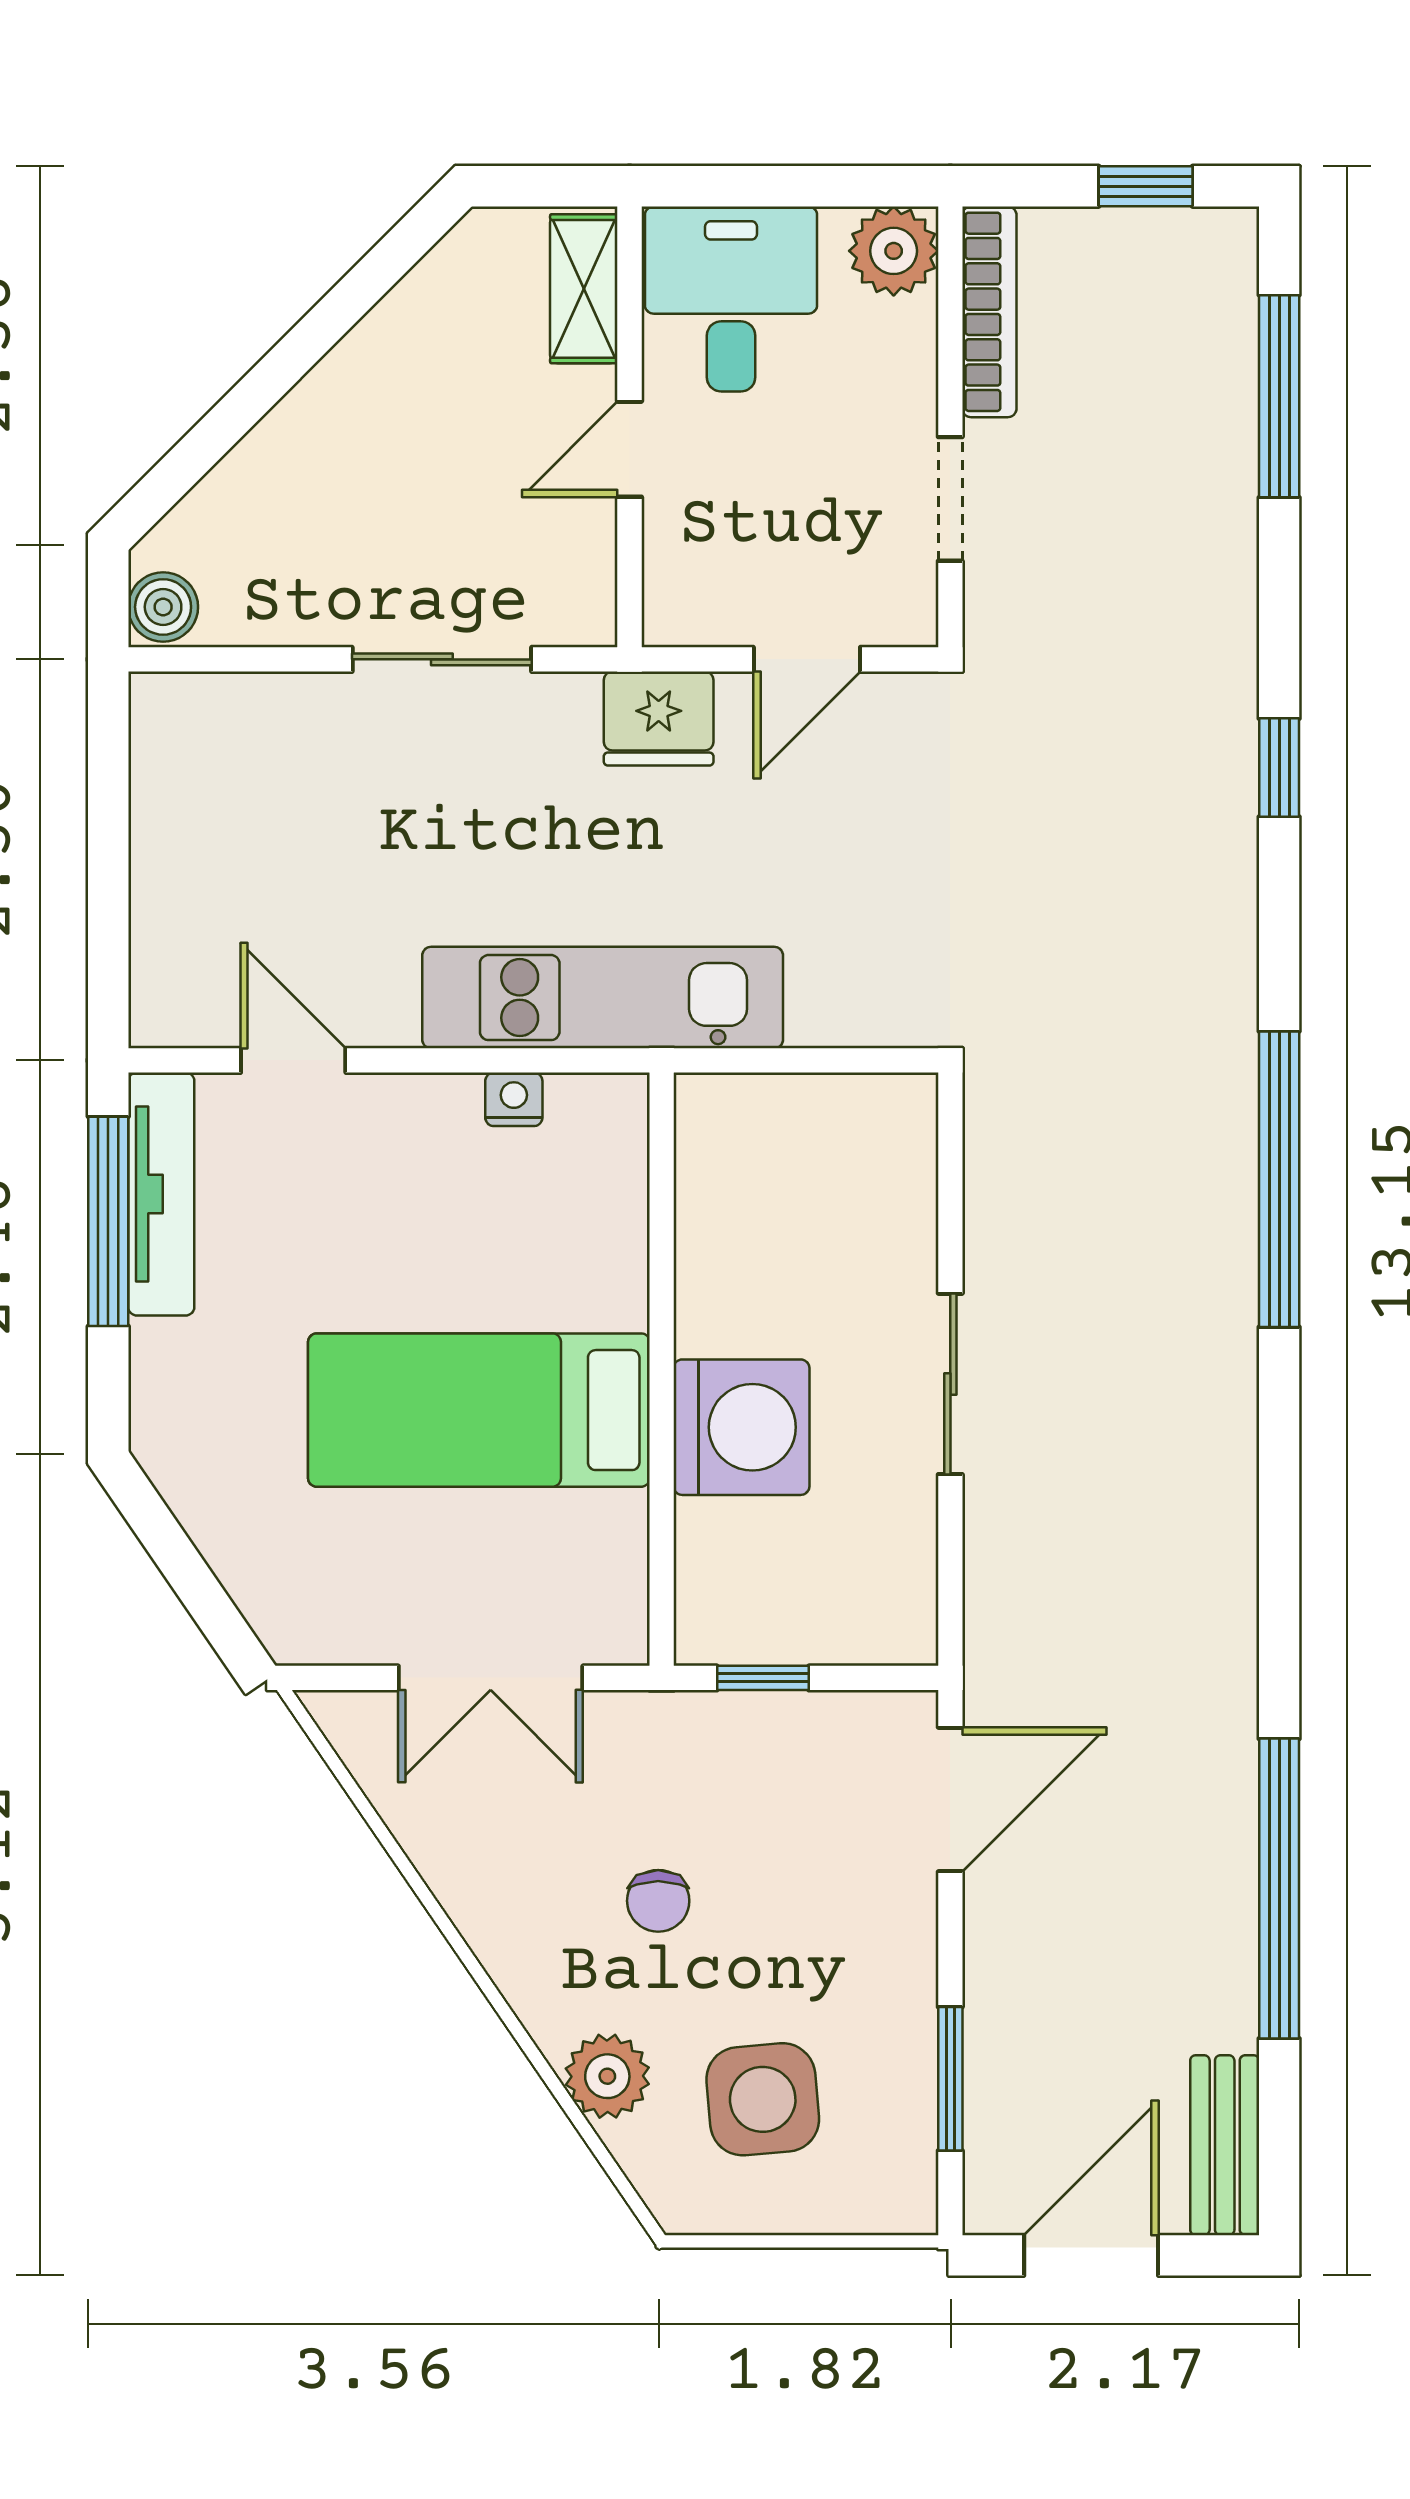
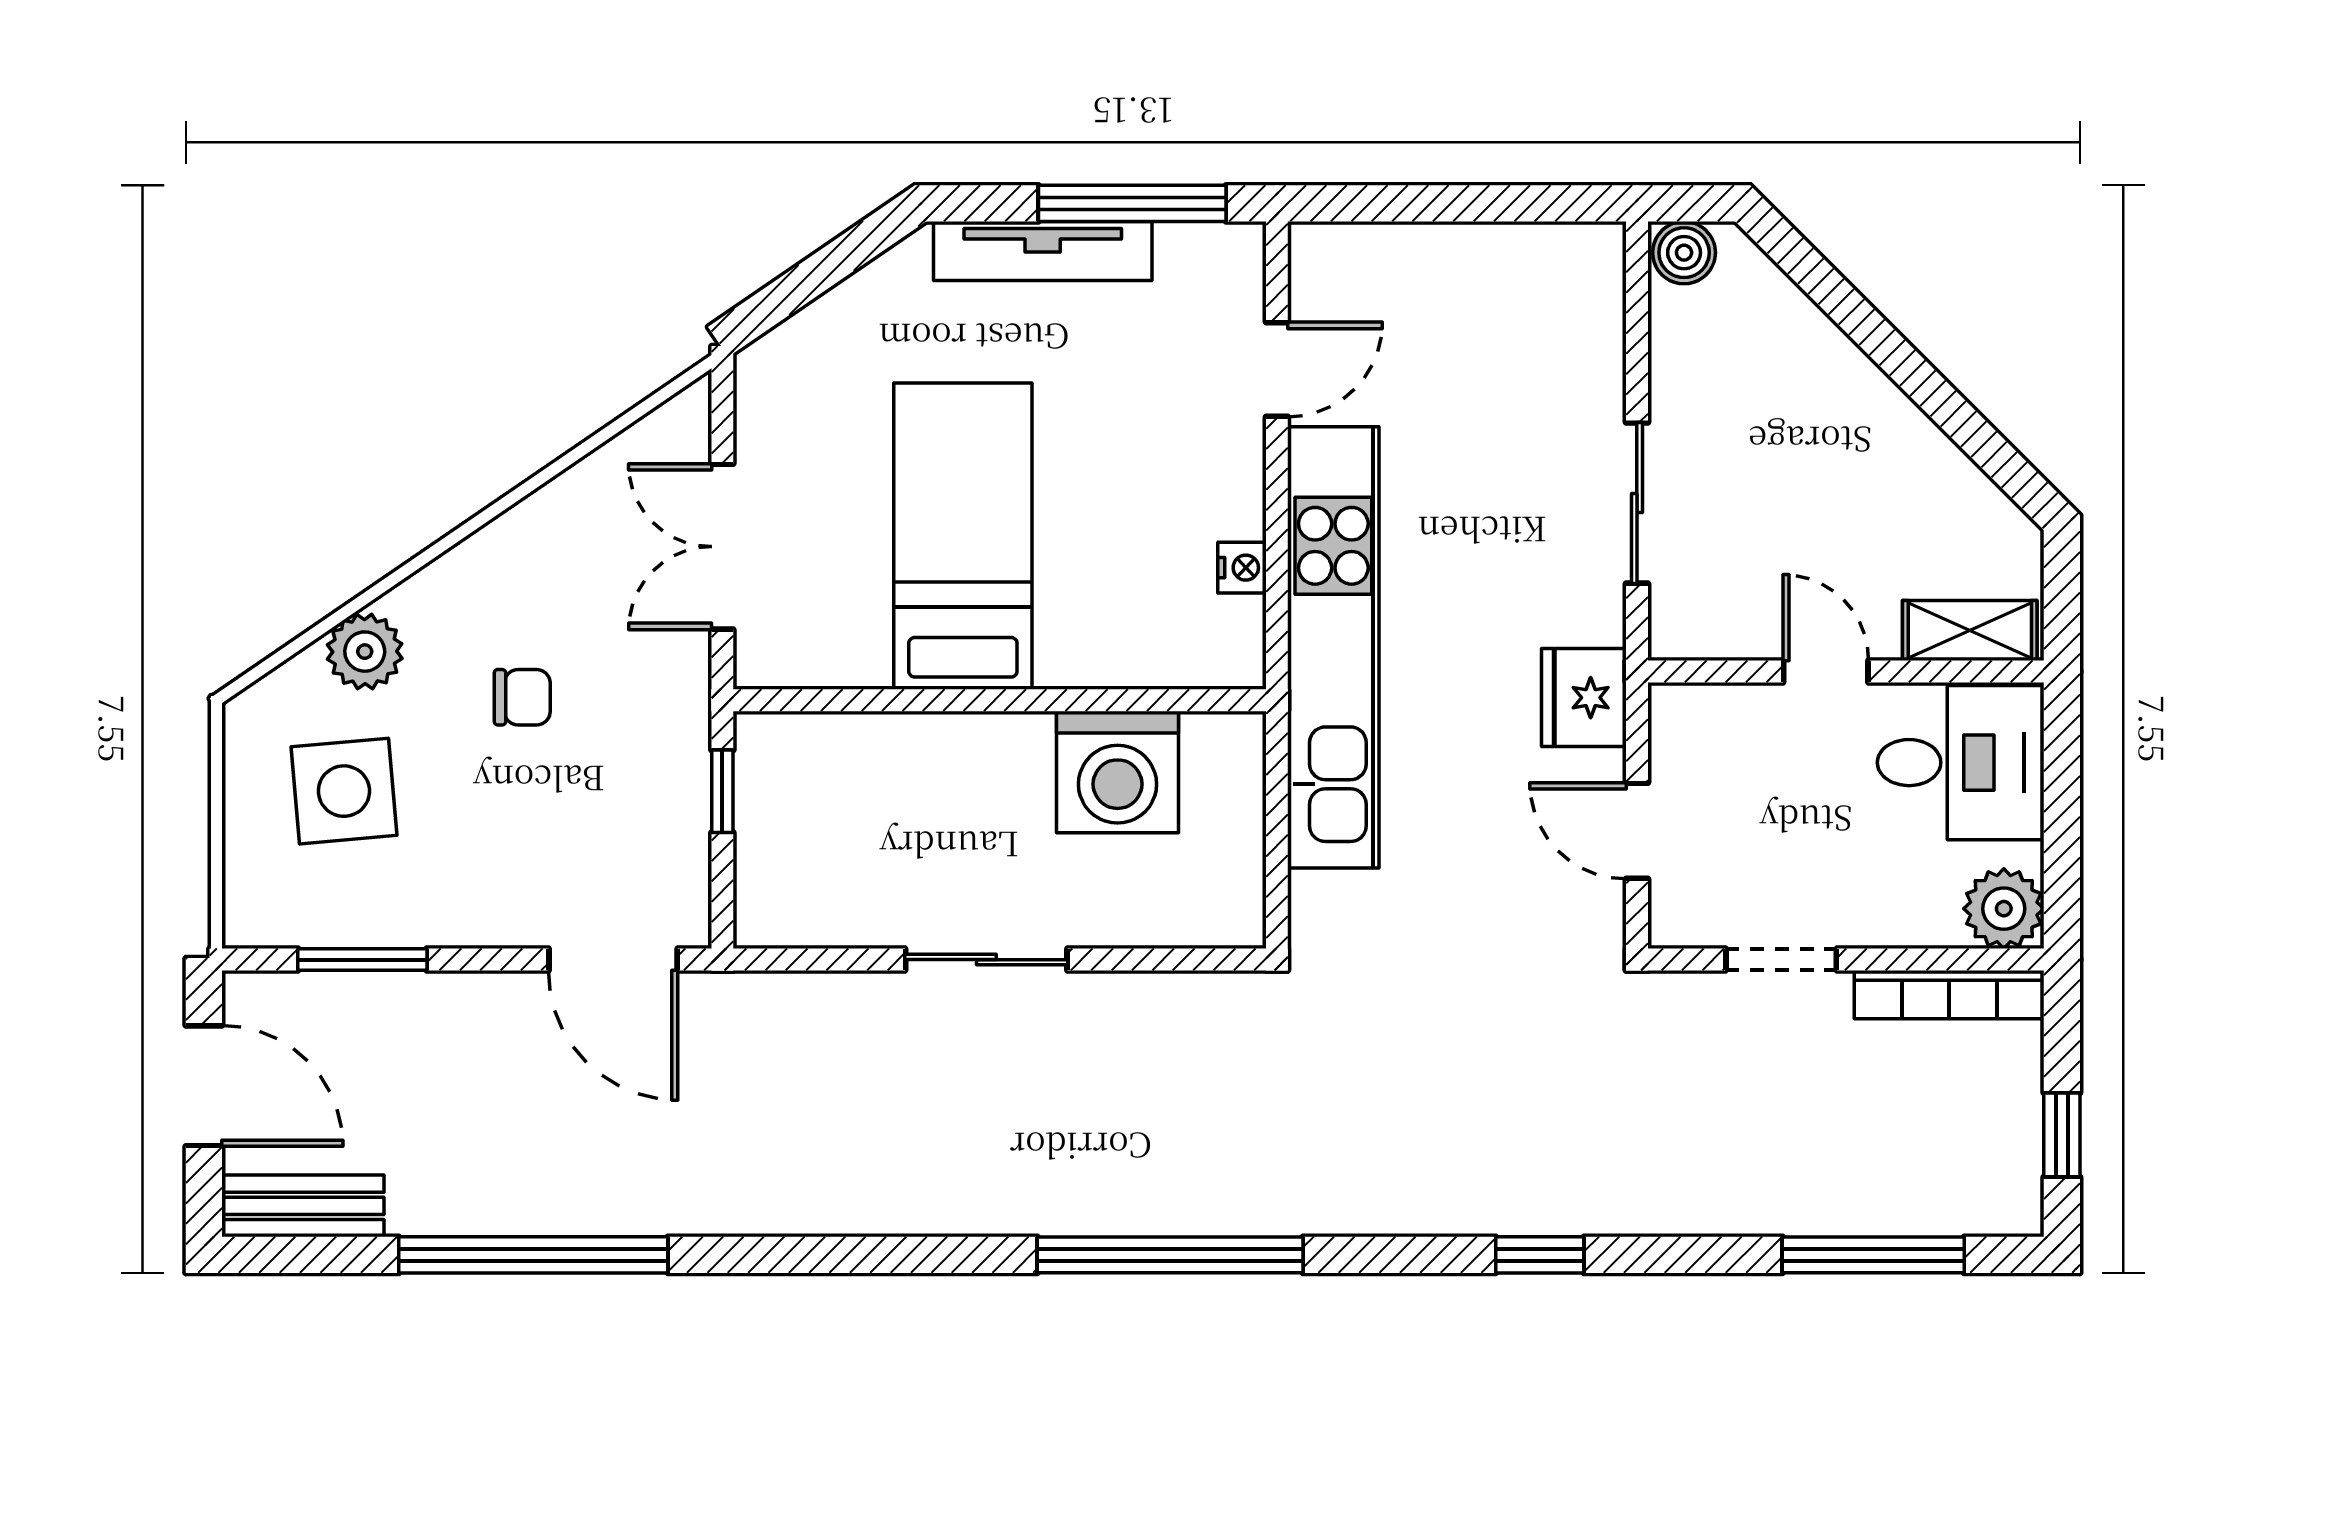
kitchen unit: (603, 998) -> (1333, 647), width x1.36
tv unit: (161, 1194) -> (1043, 251), moved
washing machine: (741, 1427) -> (1118, 772), moved
chair: (658, 1901) -> (522, 697), turned 180

